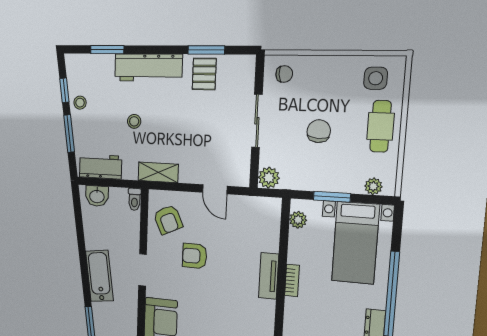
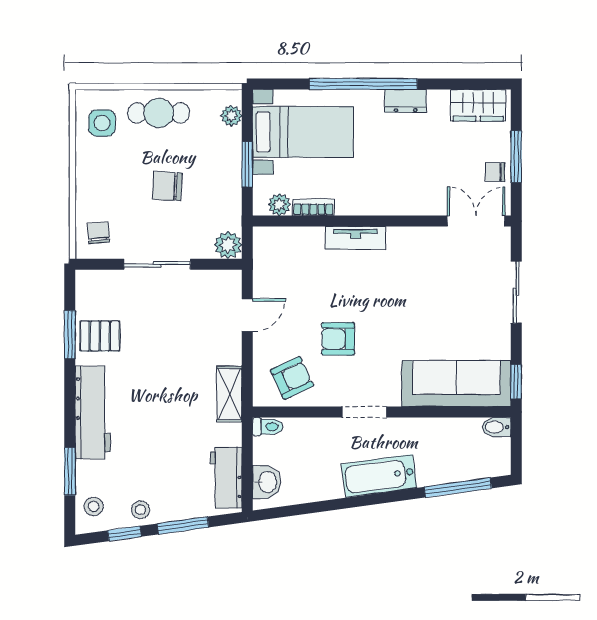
stool: (134, 121) -> (94, 506), moved
armchair: (195, 256) -> (338, 339), turned 90
bookcase: (292, 280) -> (313, 207), moved

